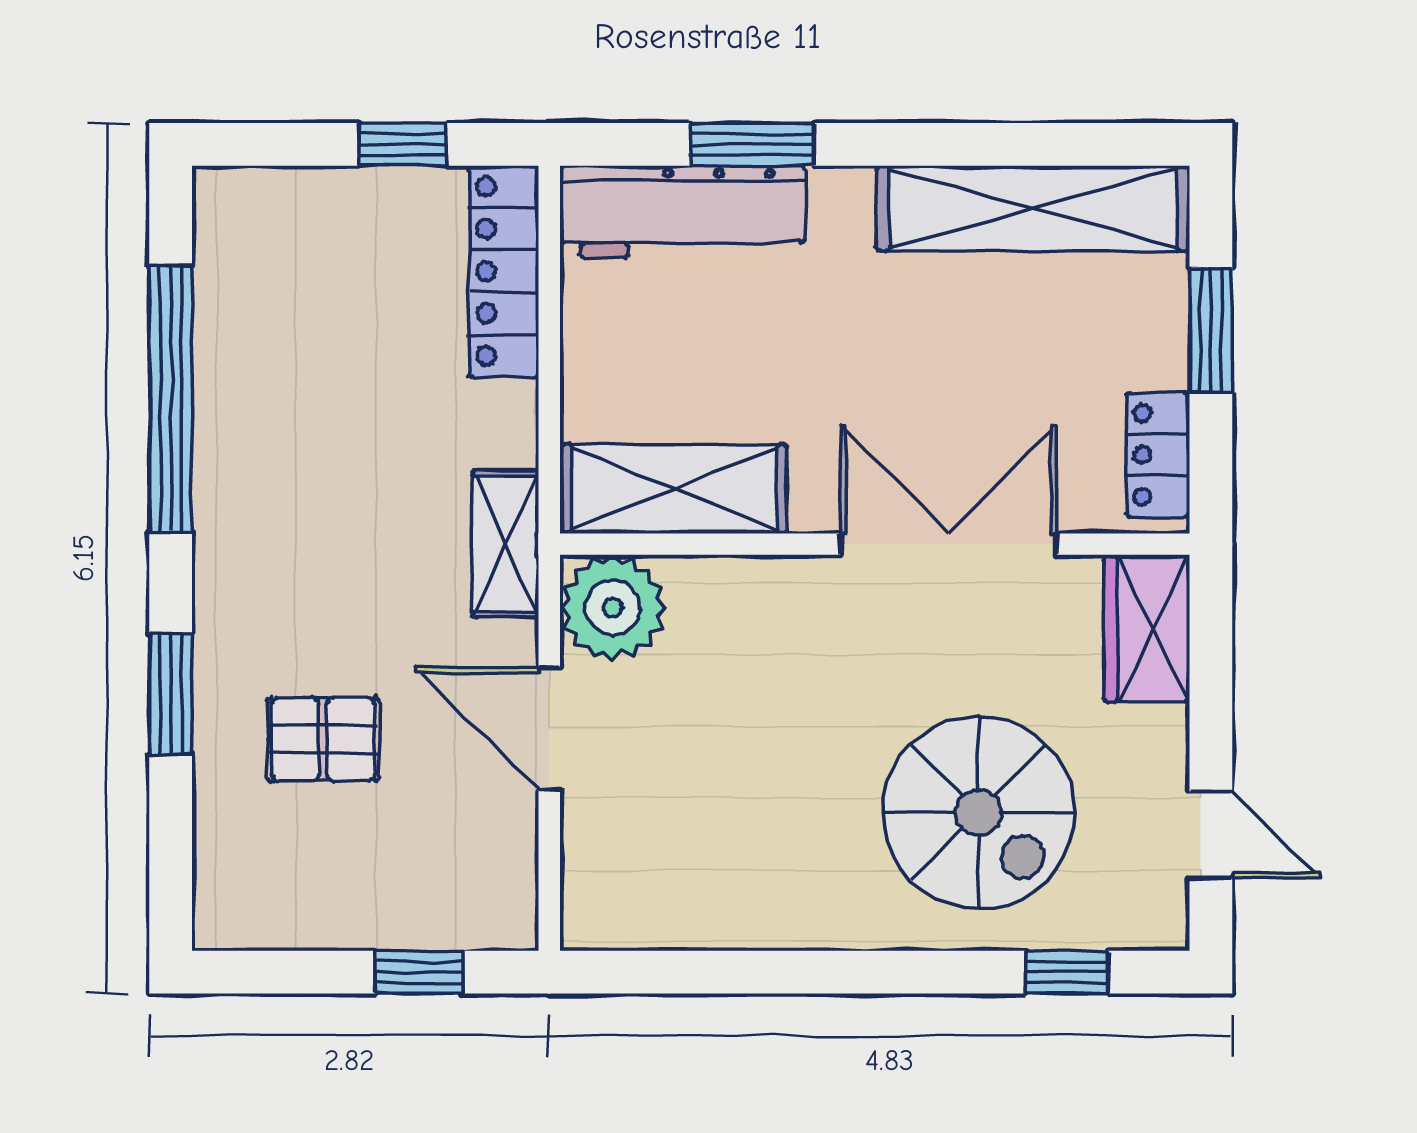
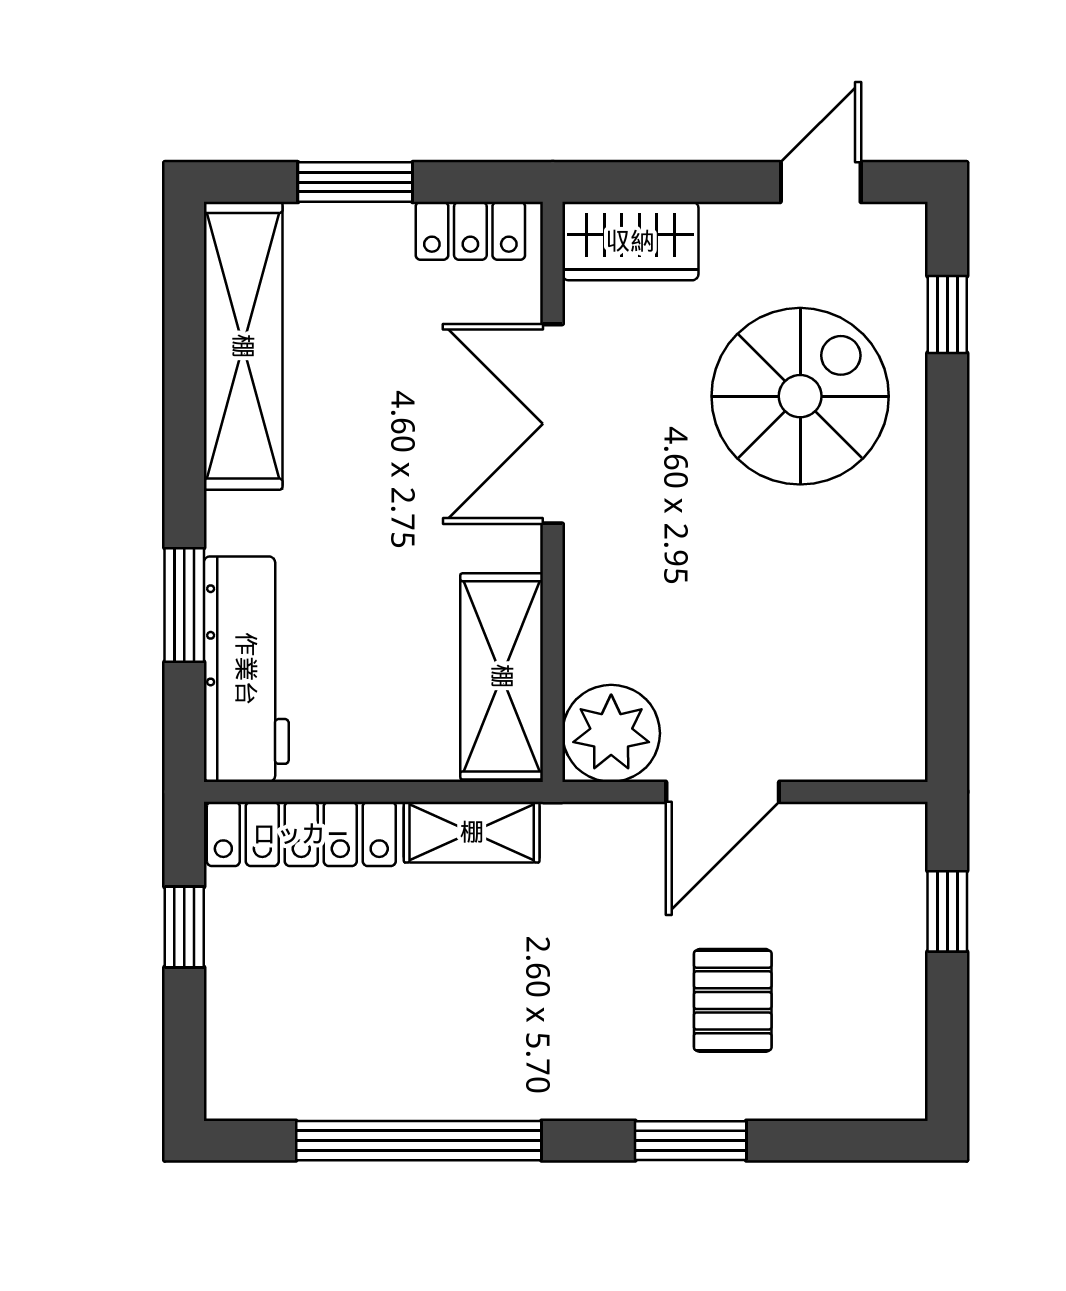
shelving: (506, 544) -> (472, 832), moved

